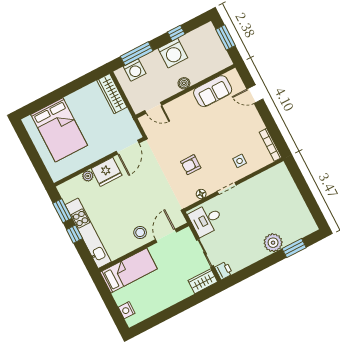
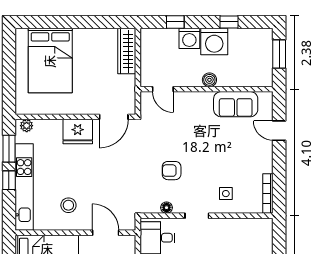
window: (137, 54) -> (175, 22), width x0.46
washing machine: (135, 70) -> (189, 38), moved
plant: (88, 176) -> (27, 126), moved
stool: (140, 232) -> (68, 205), moved
door: (166, 236) -> (106, 233), hinge flipped

